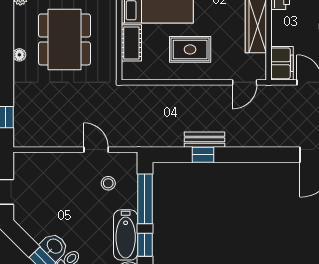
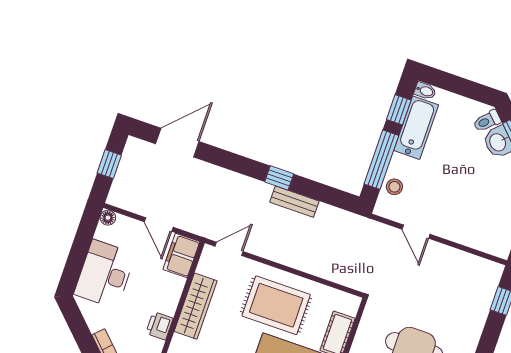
rug: (190, 49) -> (276, 305), width x1.36, depth x1.43
window: (203, 155) -> (279, 178), moved
stool: (108, 183) -> (394, 187), moved

